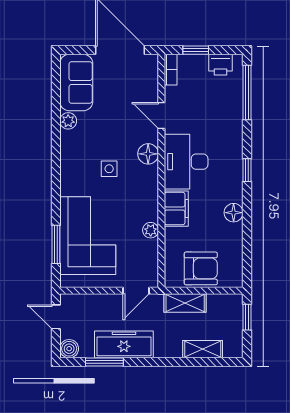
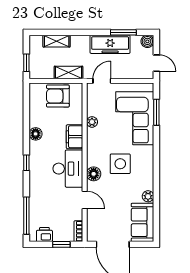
side table: (109, 169) -> (120, 164), width x1.87, depth x1.87

